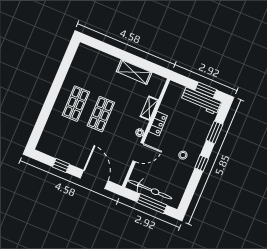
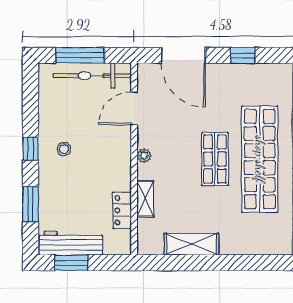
shop shelf: (76, 104) -> (260, 159), width x2.00, depth x1.36
locker: (158, 124) -> (122, 210), moved
door: (138, 152) -> (134, 108), moved

